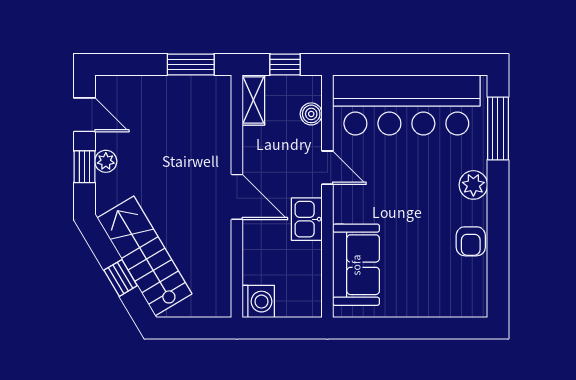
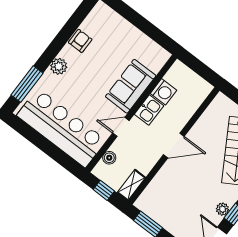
door: (327, 168) -> (121, 127), hinge flipped
door: (237, 197) -> (174, 145), swing flipped
sofa: (356, 265) -> (131, 86), moved
washing machine: (258, 302) -> (164, 92), moved, turned 180

